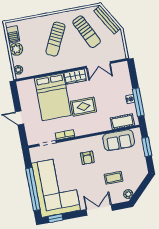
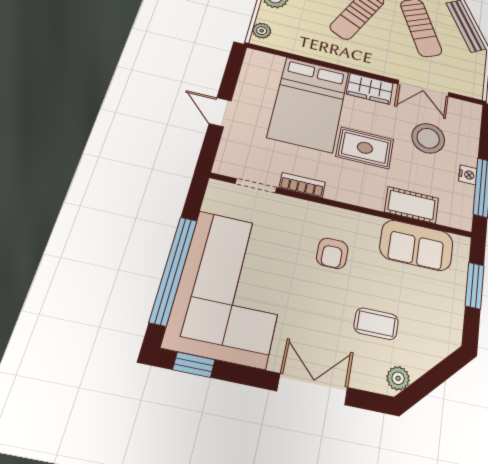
stool: (108, 89) -> (428, 138), added
cot: (122, 122) -> (412, 205), moved

